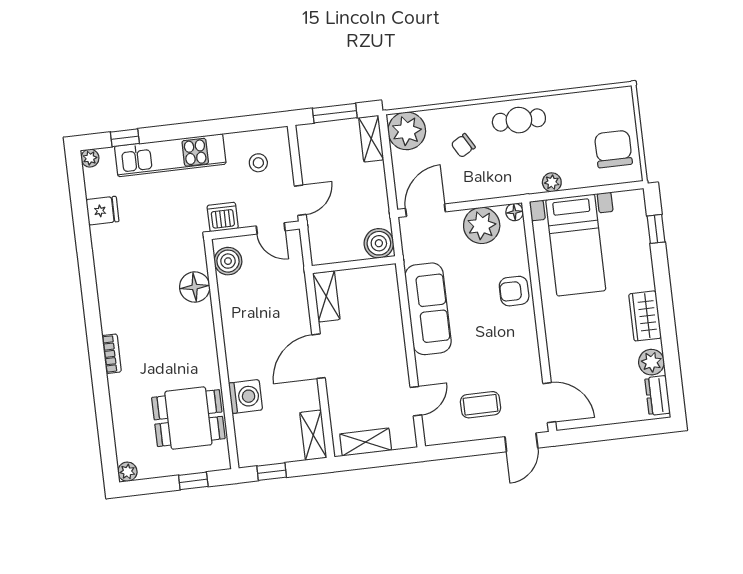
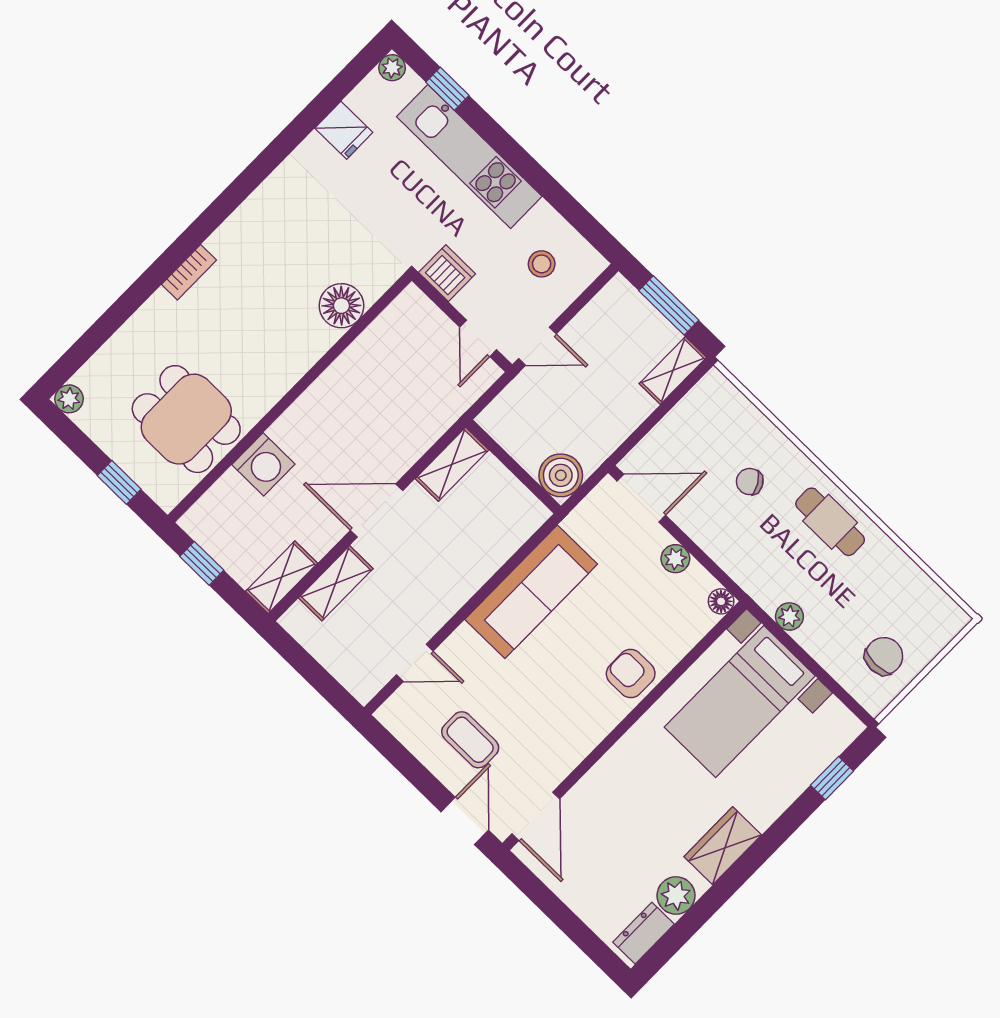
plant: (407, 131) -> (715, 404), removed
chair: (613, 149) -> (884, 656), width x0.73, depth x0.73
plant: (482, 225) -> (675, 559), width x0.53, depth x0.53
boiler: (228, 261) -> (402, 320), removed
shelving: (366, 442) -> (336, 583), moved, turned 90
door: (521, 442) -> (465, 821), swing flipped

